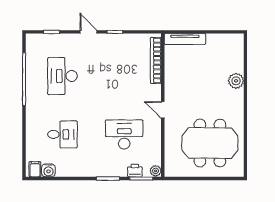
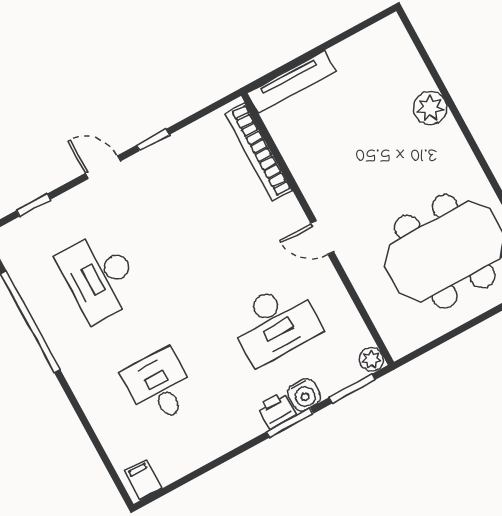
desk: (63, 134) -> (159, 386), turned -90
desk: (124, 134) -> (275, 323), turned 180
water cooler: (48, 170) -> (304, 395), moved
printer: (135, 171) -> (276, 410), moved

